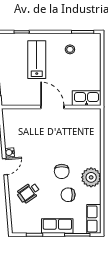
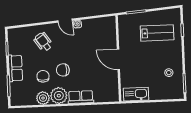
lab bench: (37, 60) -> (157, 33), moved
kitchen sink: (87, 98) -> (136, 94), moved, turned -90
door: (52, 107) -> (118, 59), swing flipped
plant: (93, 196) -> (43, 98), added
row of seats: (94, 219) -> (81, 97), moved

